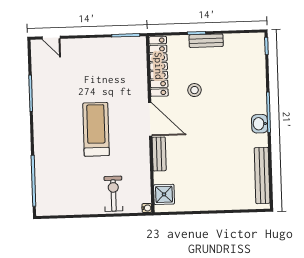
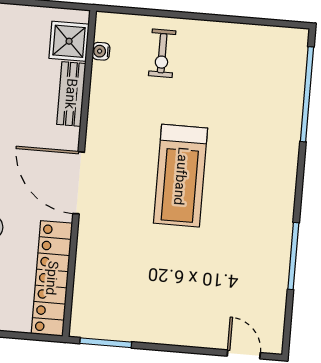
bench: (159, 154) -> (71, 94), moved
exercise bike: (113, 194) -> (162, 53), width x0.73, depth x0.72
water cooler: (147, 208) -> (101, 51), moved

